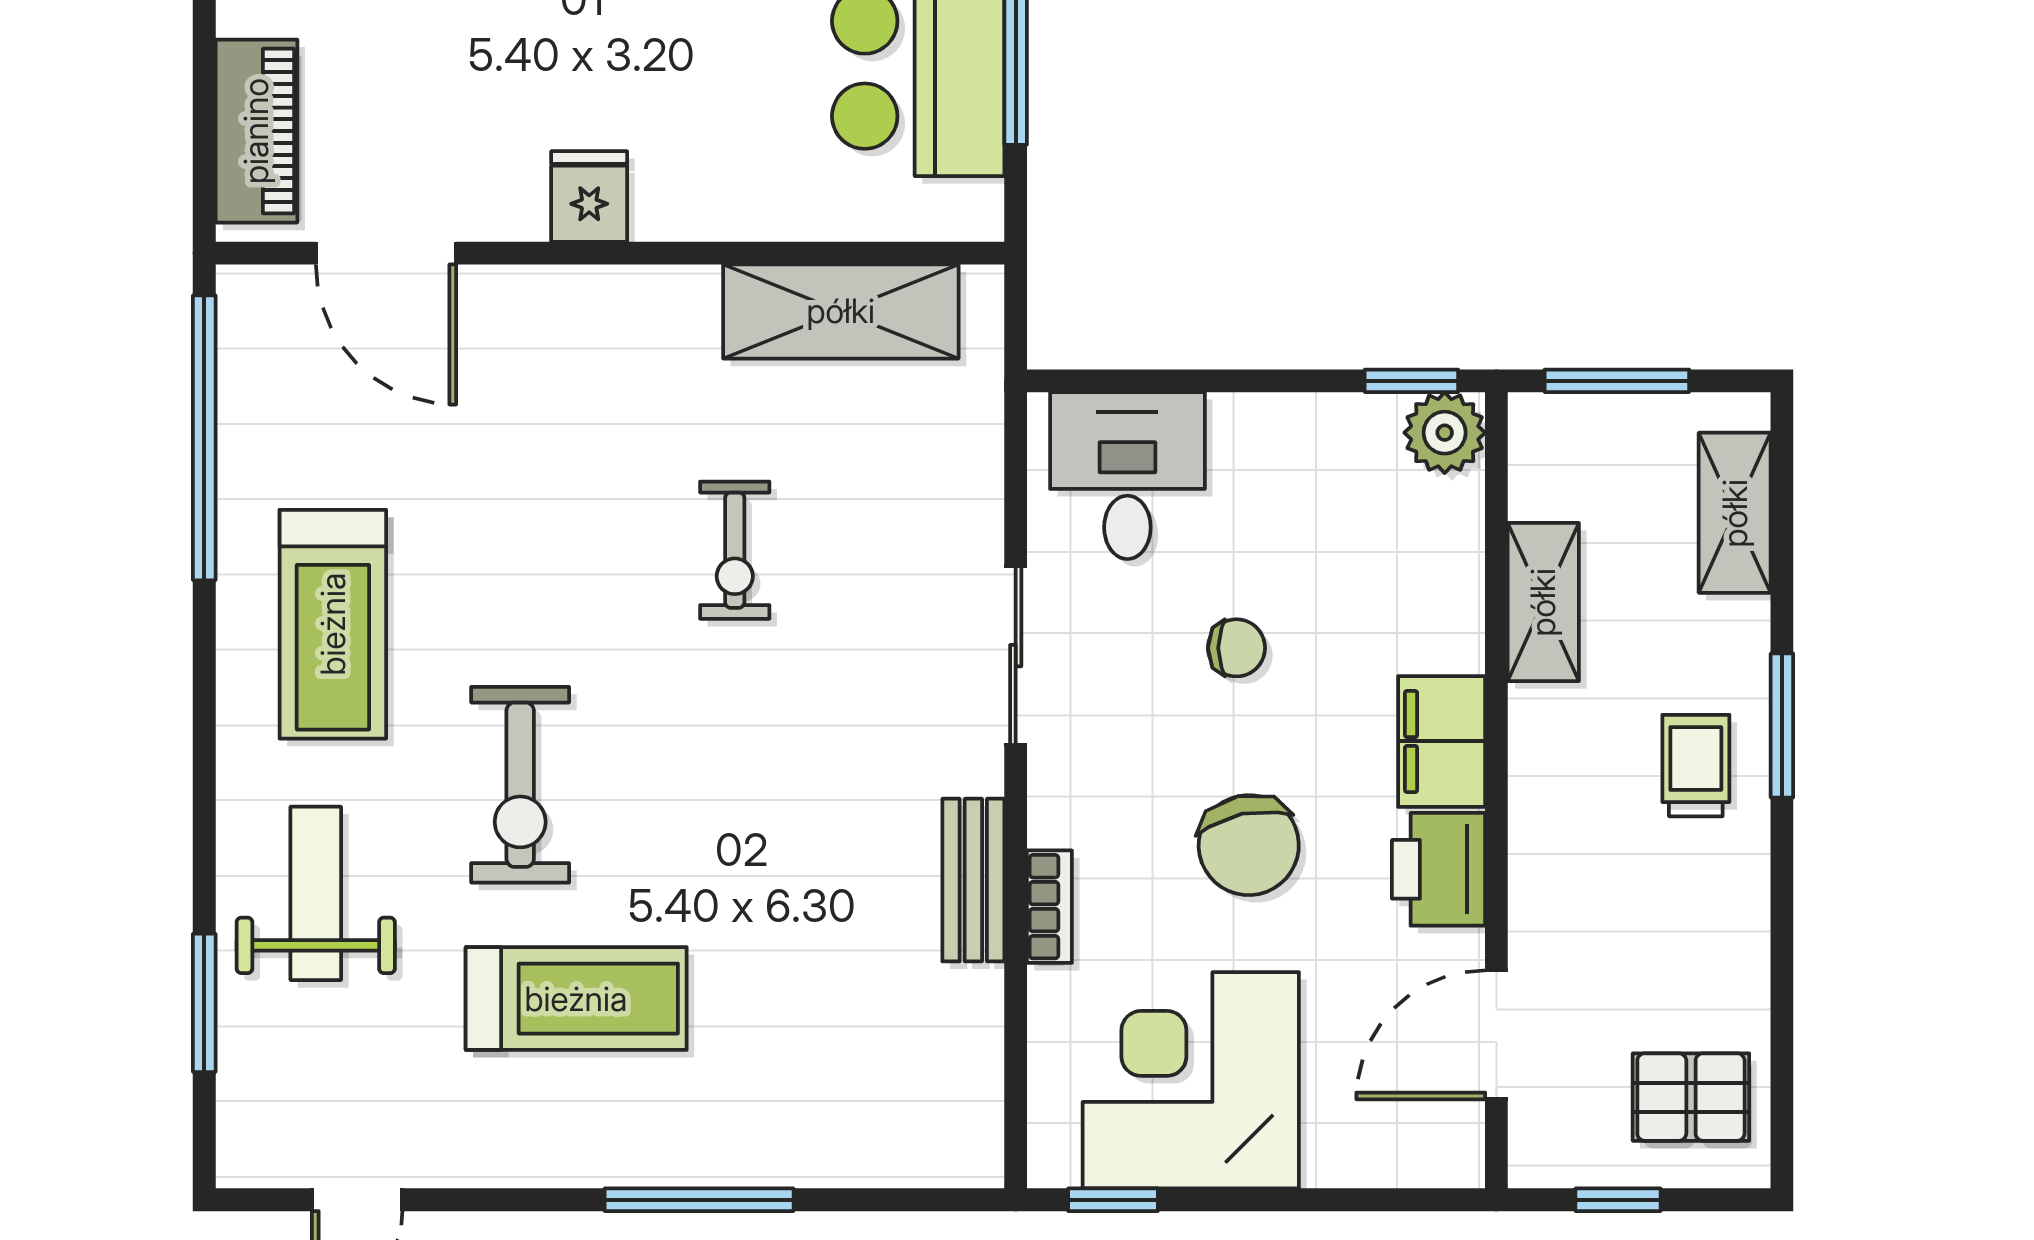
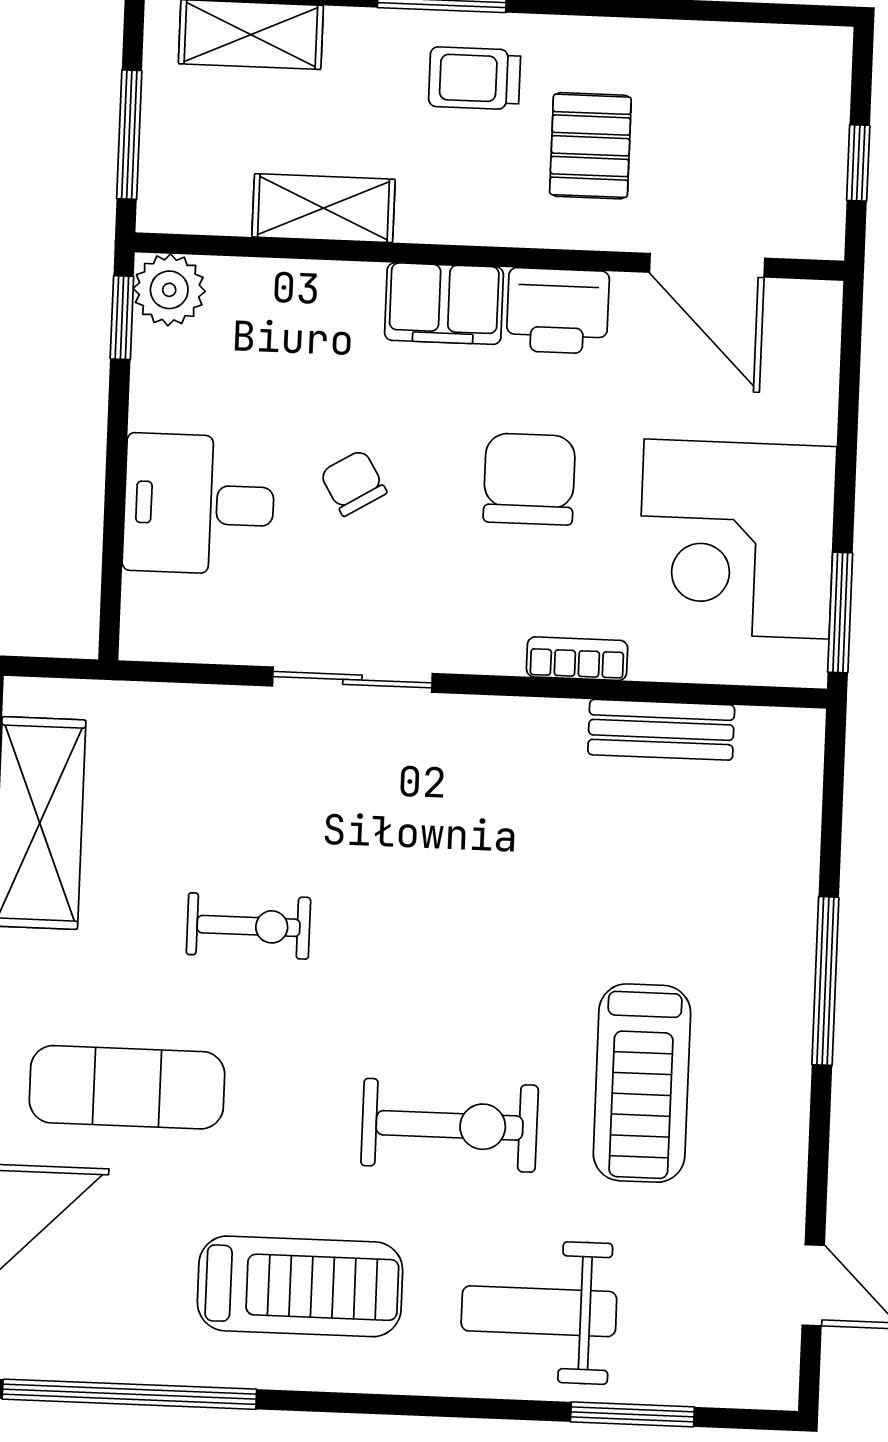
exercise mat: (548, 421) -> (127, 1087), added
desk: (1127, 476) -> (199, 504), moved
chair: (1236, 648) -> (353, 483), turned -31
chair: (1249, 845) -> (529, 479), turned -78
bench: (973, 880) -> (661, 730), moved
treadmill: (576, 999) -> (642, 1083), turned 180
pallet: (1691, 1097) -> (590, 146), moved
window: (1113, 1200) -> (840, 613), width x1.50

